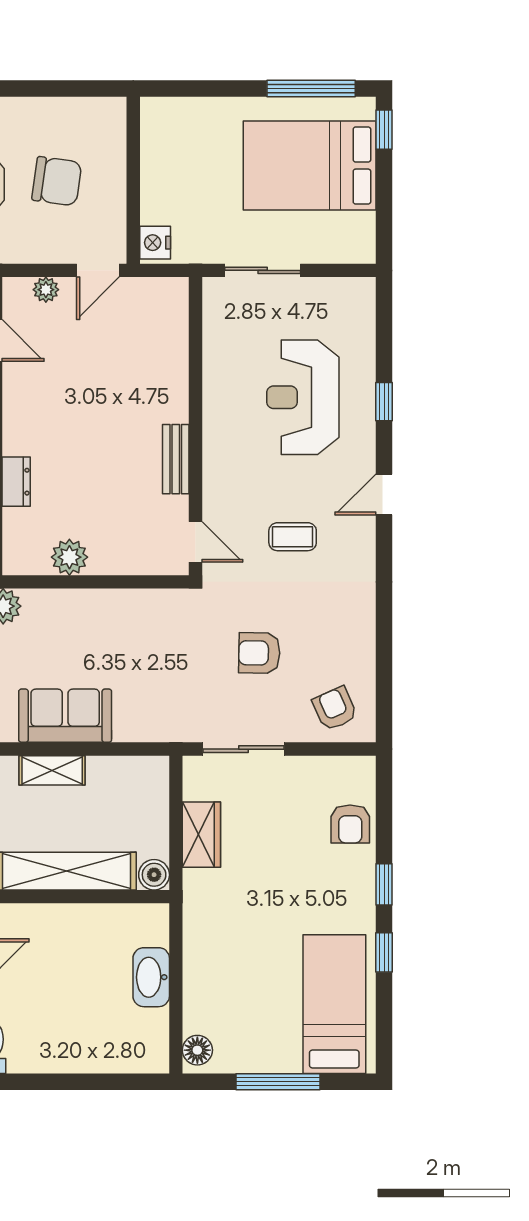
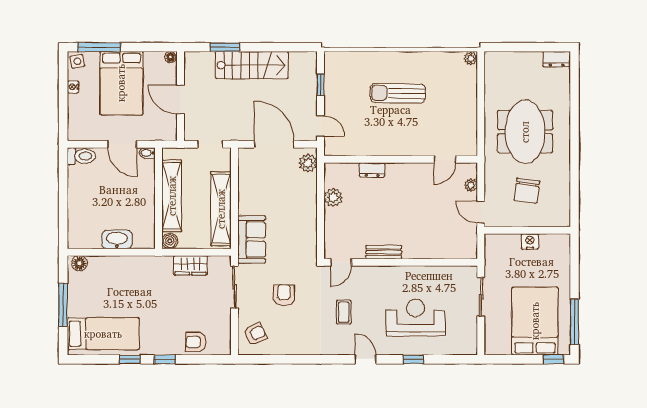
nightstand: (155, 243) -> (530, 241), moved
sofa: (65, 716) -> (252, 239), moved
shelving: (52, 770) -> (221, 209), width x2.20, depth x1.33

